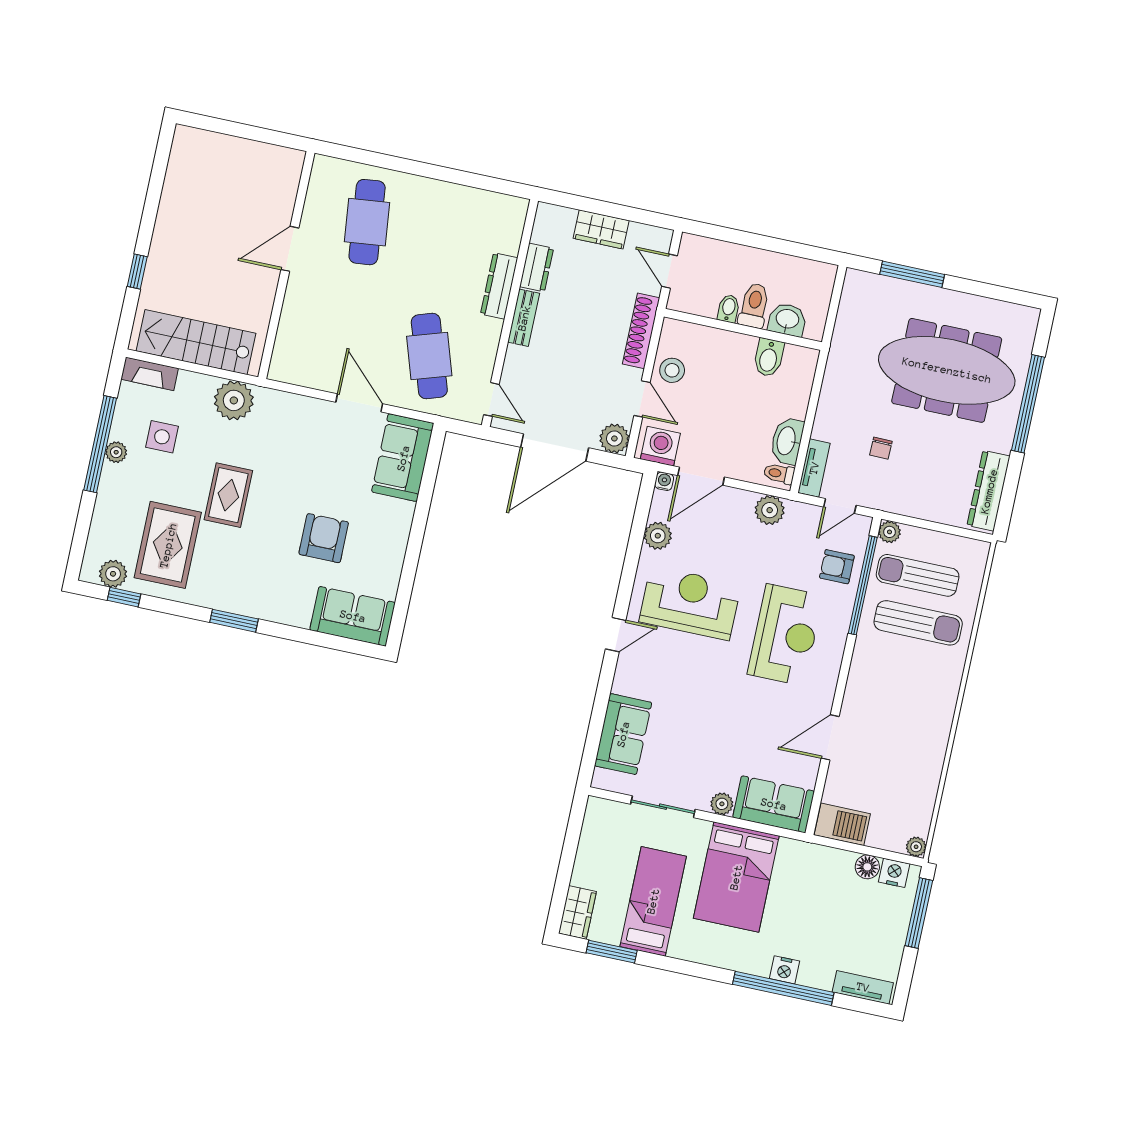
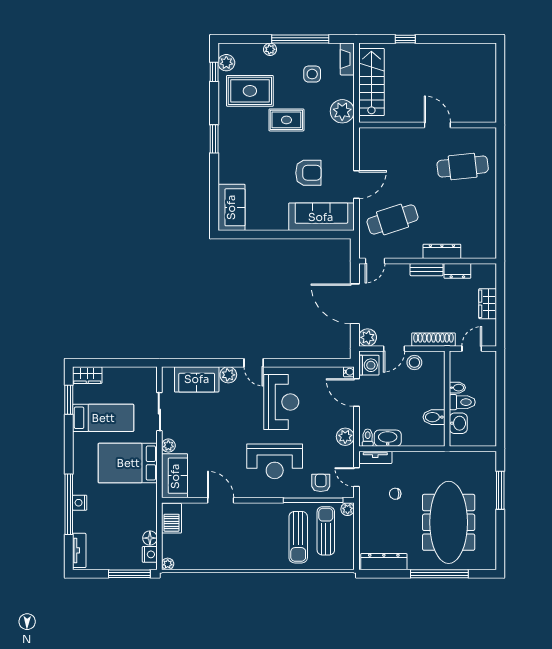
plant: (116, 452) -> (270, 49), moved
sofa: (403, 458) -> (321, 217), width x1.36
plant: (658, 536) -> (228, 375), moved
armchair: (324, 538) -> (308, 173), moved

